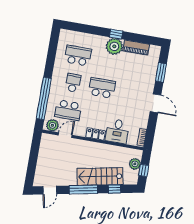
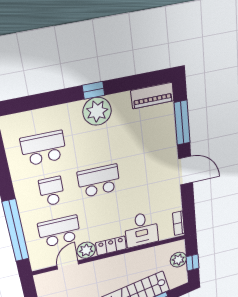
piano: (136, 48) -> (152, 96), moved
window: (161, 72) -> (182, 123), width x1.44
school desk: (68, 110) -> (59, 231), turned 180
plant: (52, 125) -> (86, 250), moved

